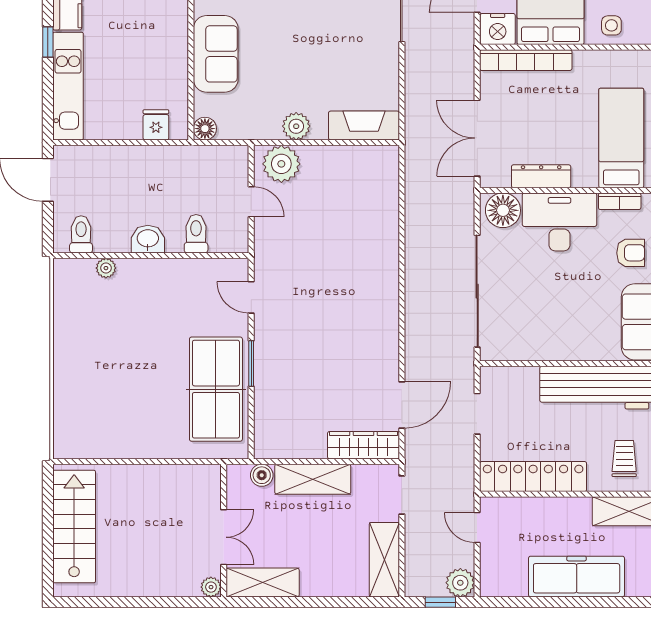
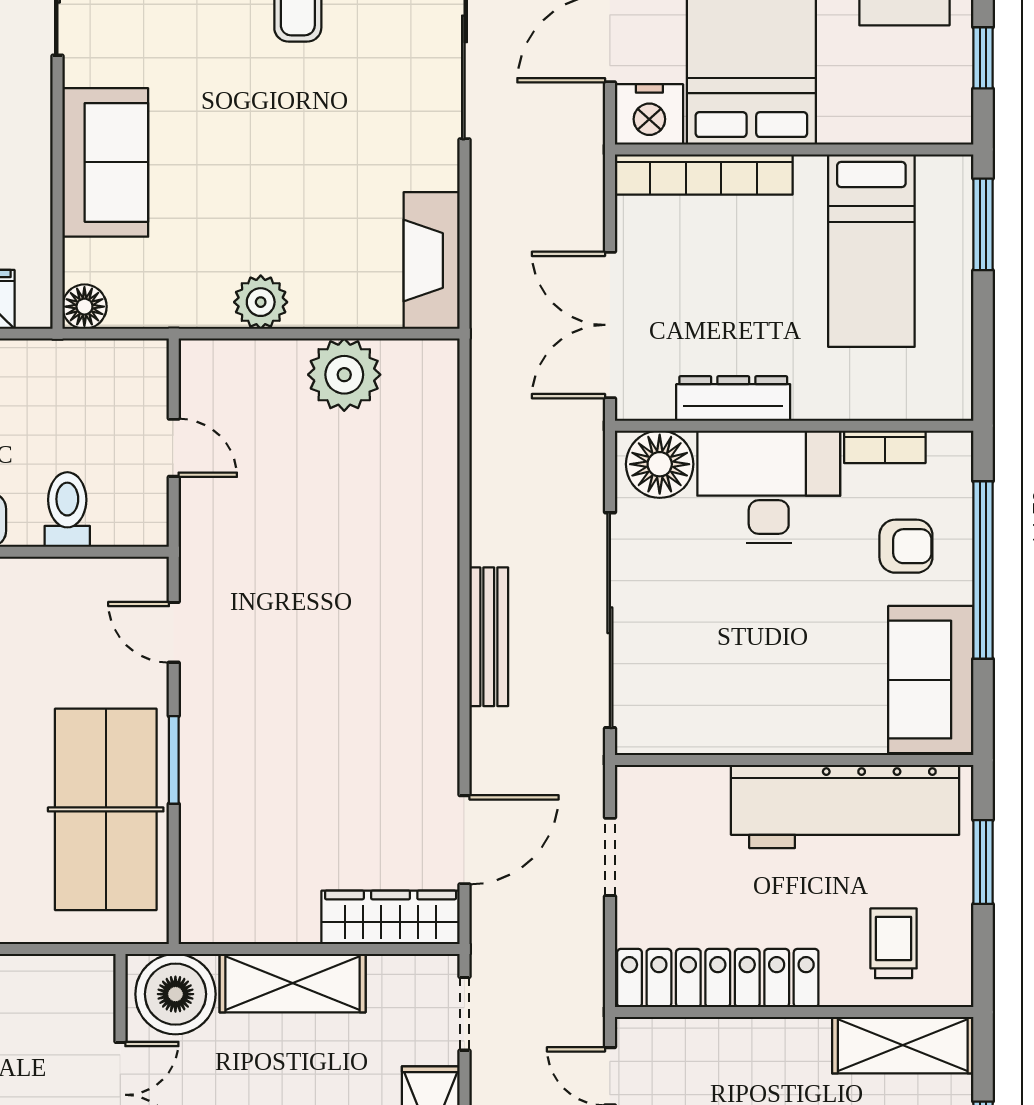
side table: (611, 25) -> (869, 108), removed
fireplace: (364, 126) -> (432, 261), moved, turned -90
bed: (621, 138) -> (871, 251), moved, turned 180
plant: (281, 164) -> (344, 375), moved
bench: (414, 300) -> (489, 637), added
boiler: (262, 475) -> (175, 994), width x1.86, depth x1.86

